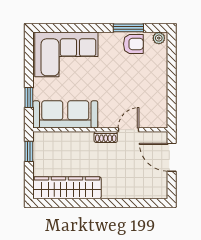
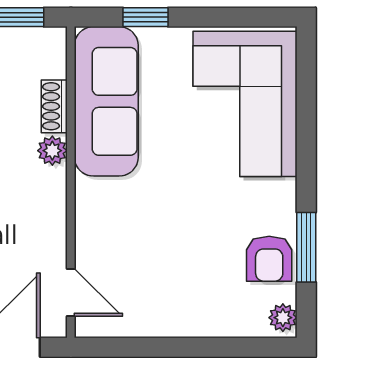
door: (129, 130) -> (71, 293), moved
shoe rack: (106, 137) -> (54, 106), moved
plant: (87, 138) -> (52, 151), added

